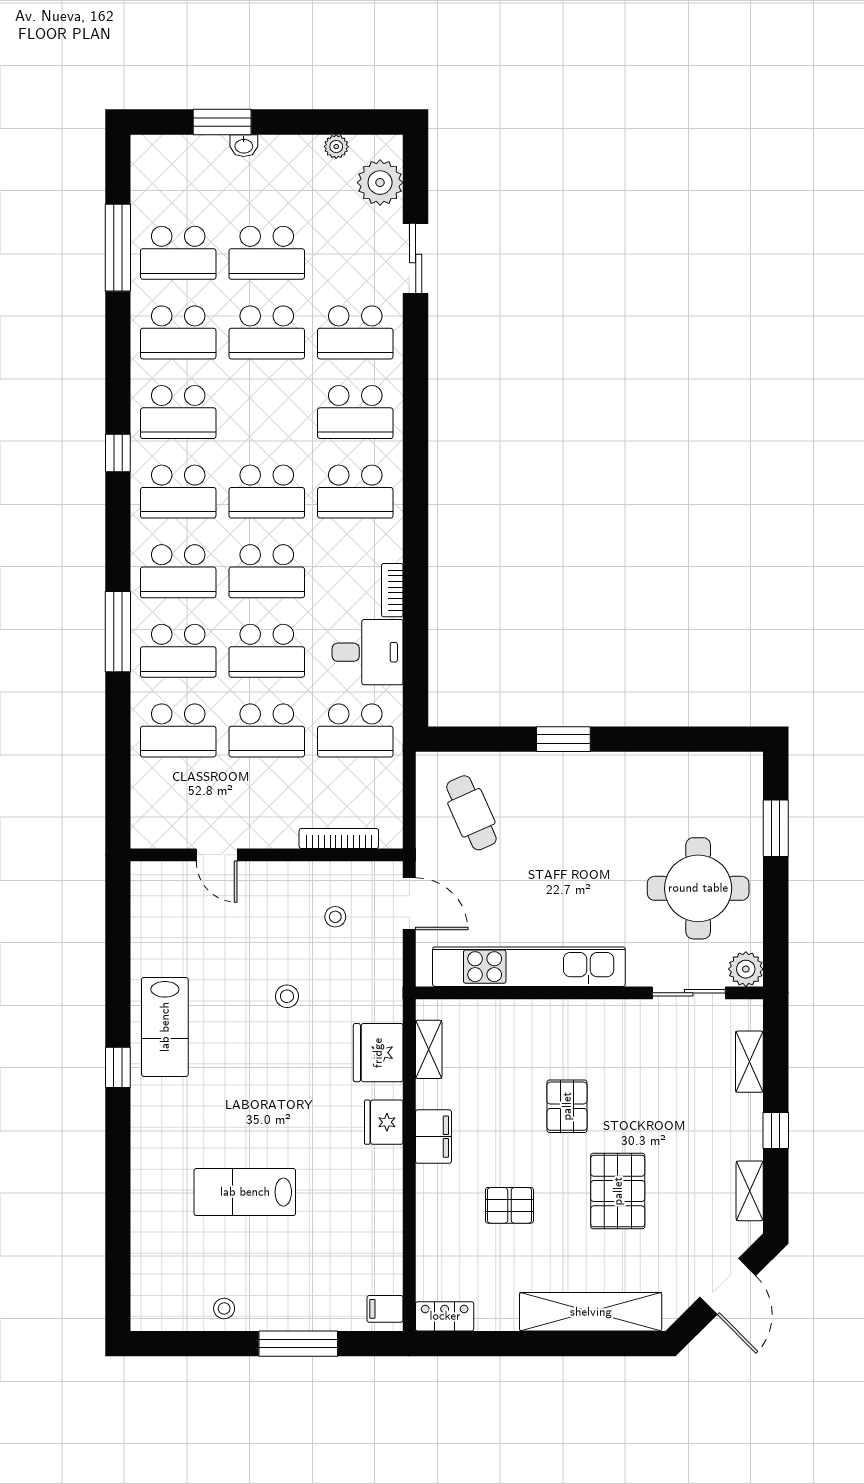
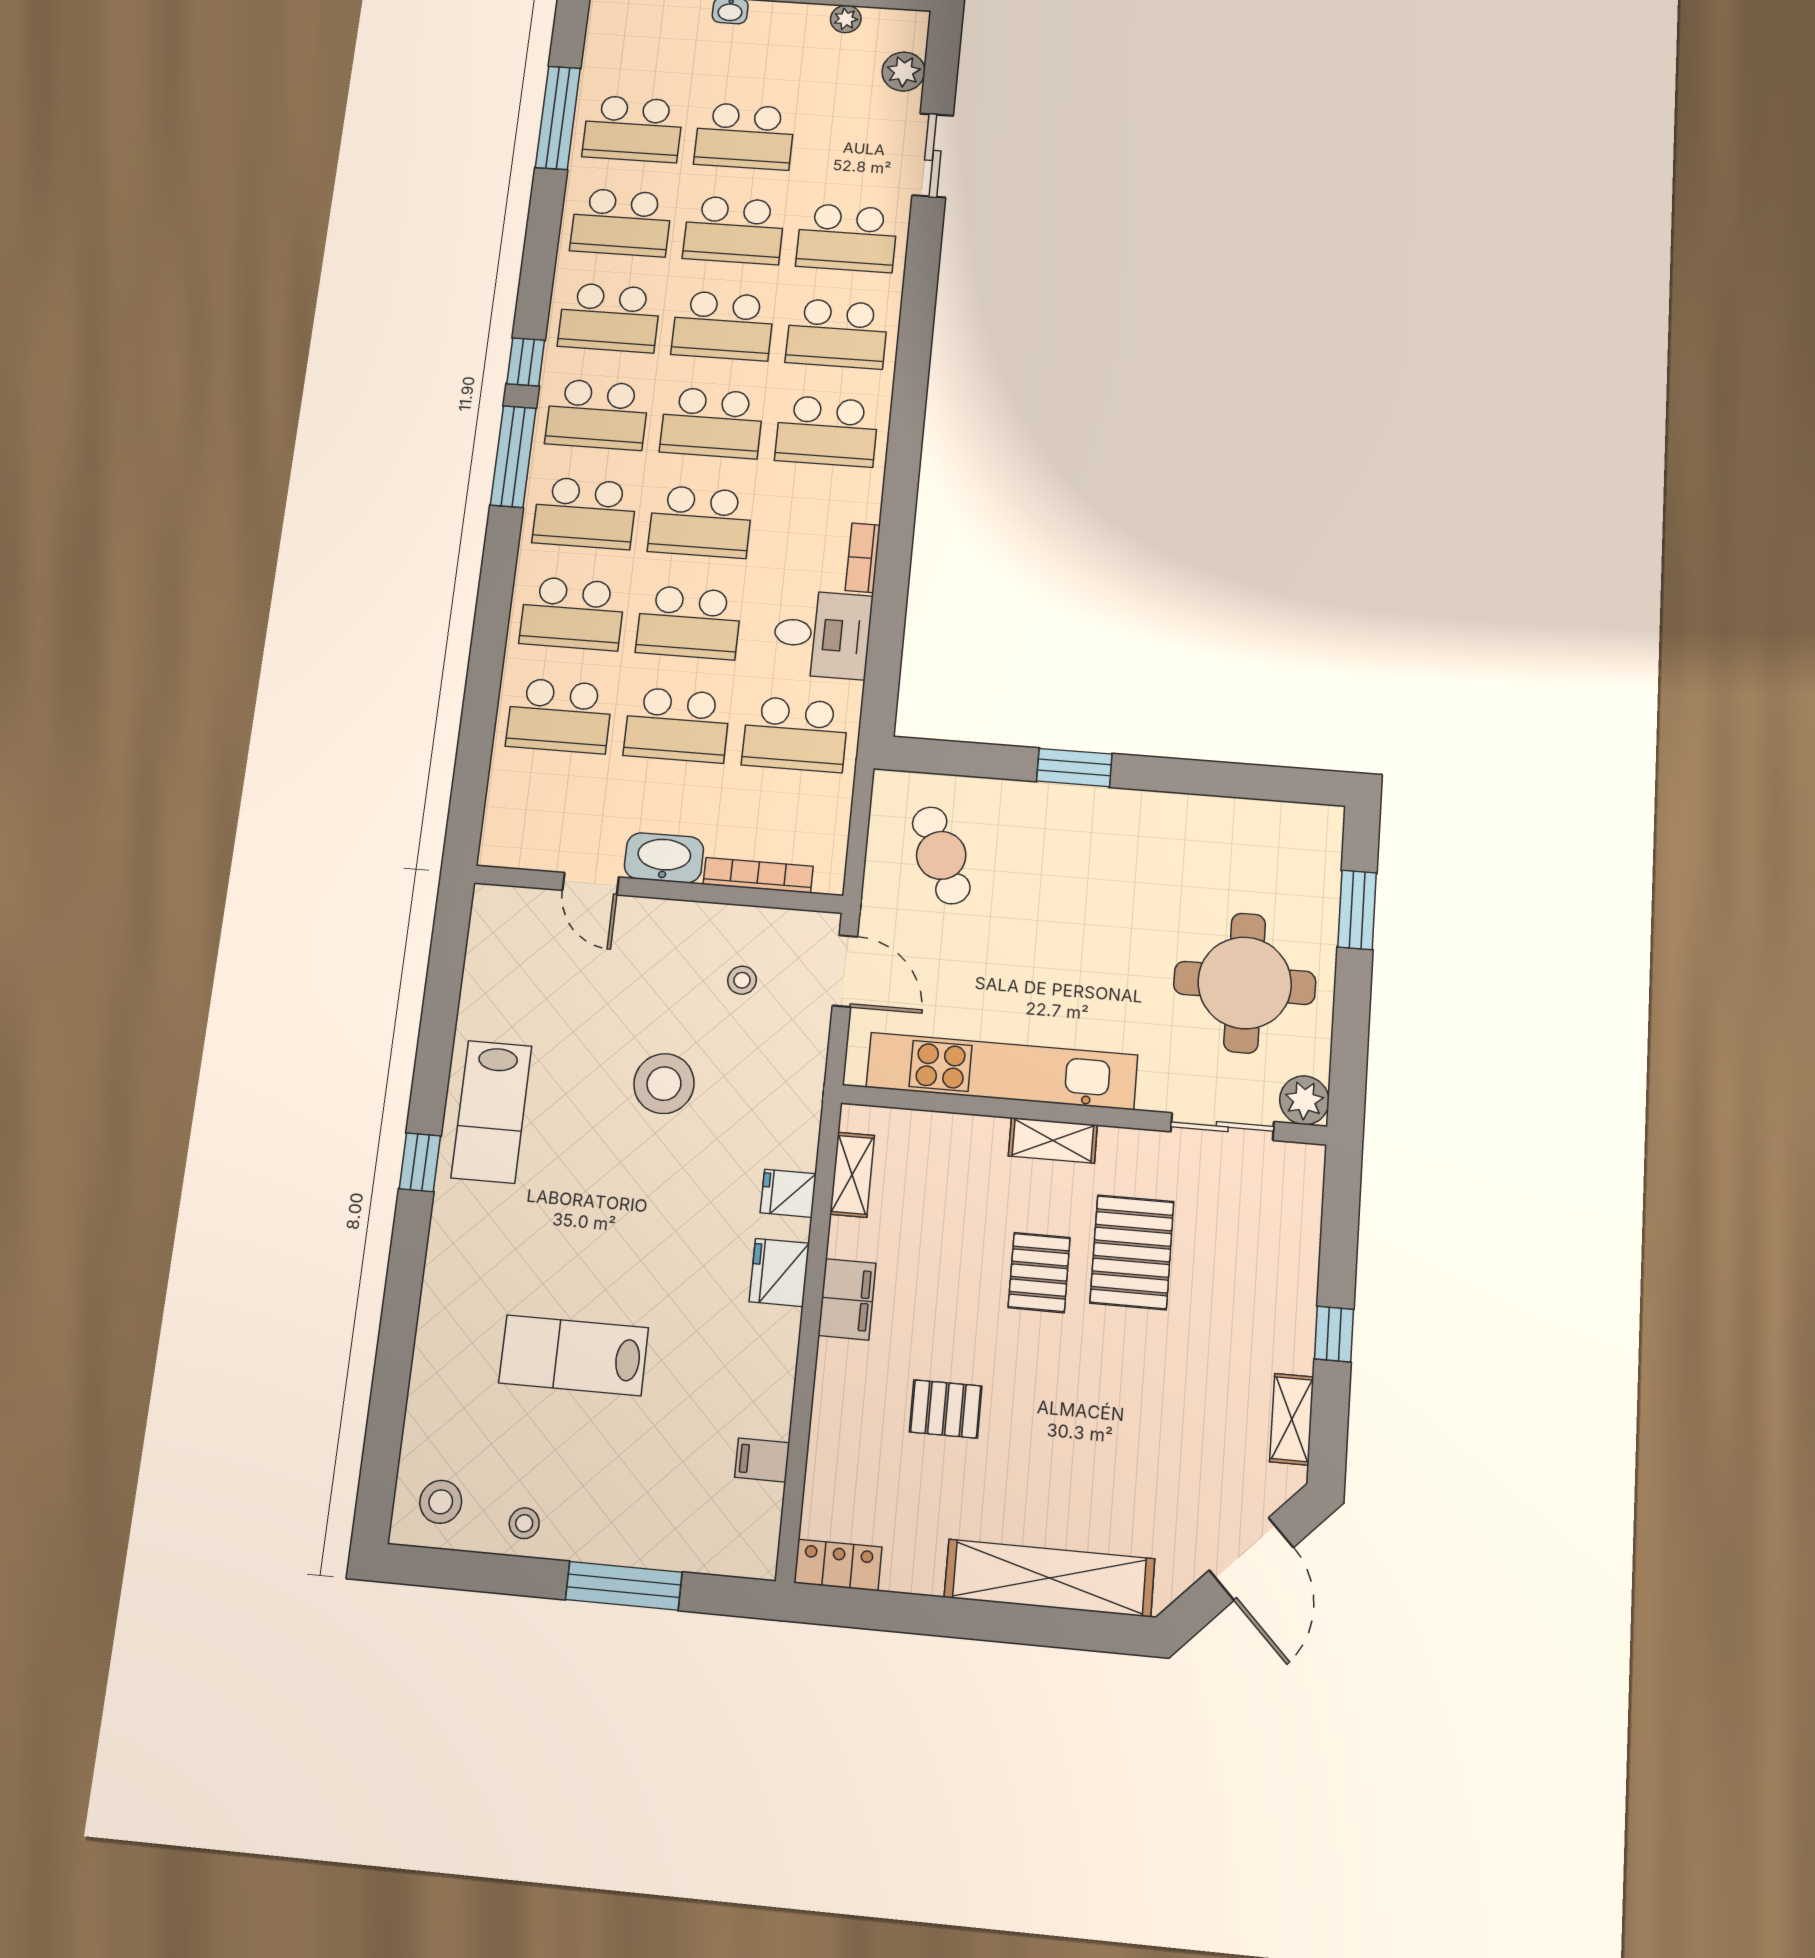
plant: (380, 183) -> (904, 72), width x0.73, depth x0.73
school desk: (267, 412) -> (723, 326), added
window: (118, 632) -> (513, 457), moved
washbasin: (268, 831) -> (664, 858), added
stool: (287, 996) -> (664, 1084), width x1.89, depth x1.89
fridge: (378, 1053) -> (788, 1193), width x0.53, depth x0.75
shelving: (749, 1062) -> (1053, 1140), moved, turned 90
pallet: (618, 1191) -> (1132, 1252), moved
stool: (164, 1299) -> (441, 1502), added
filing cabinet: (385, 1309) -> (762, 1460), moved

